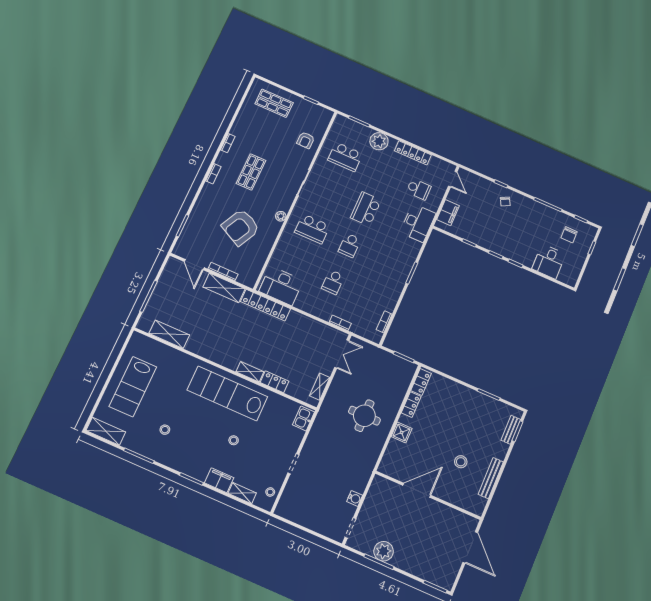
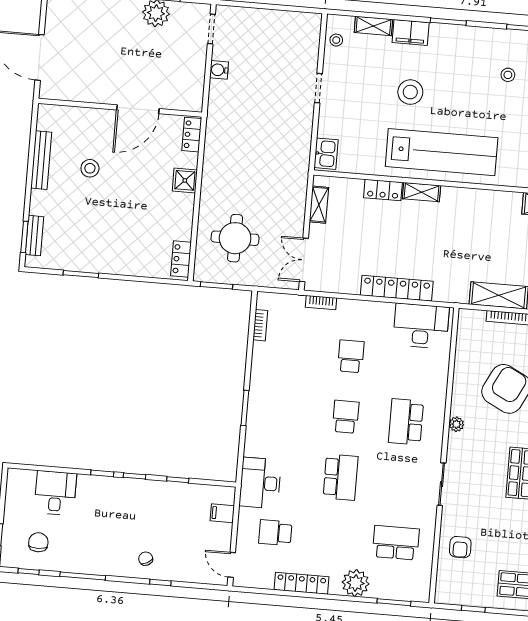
armchair: (306, 140) -> (460, 547), turned 180
filing cabinet: (448, 213) -> (222, 513), width x0.50
school desk: (312, 229) -> (406, 422), turned -90
locker: (265, 305) -> (397, 288), moved
locker: (411, 405) -> (192, 135), moved
round table: (364, 416) -> (235, 238), moved
stool: (234, 440) -> (410, 92), width x1.89, depth x1.89

